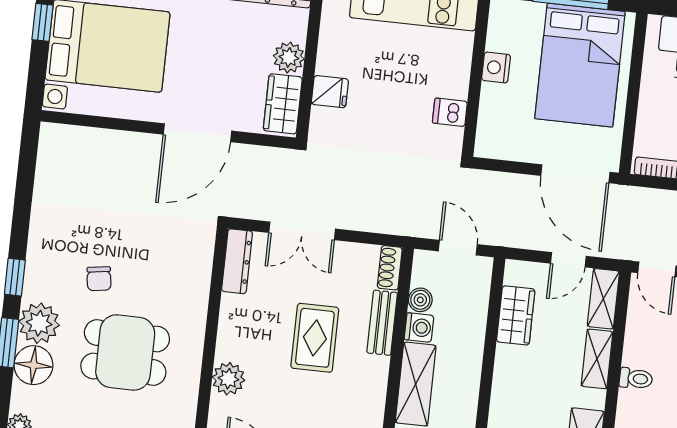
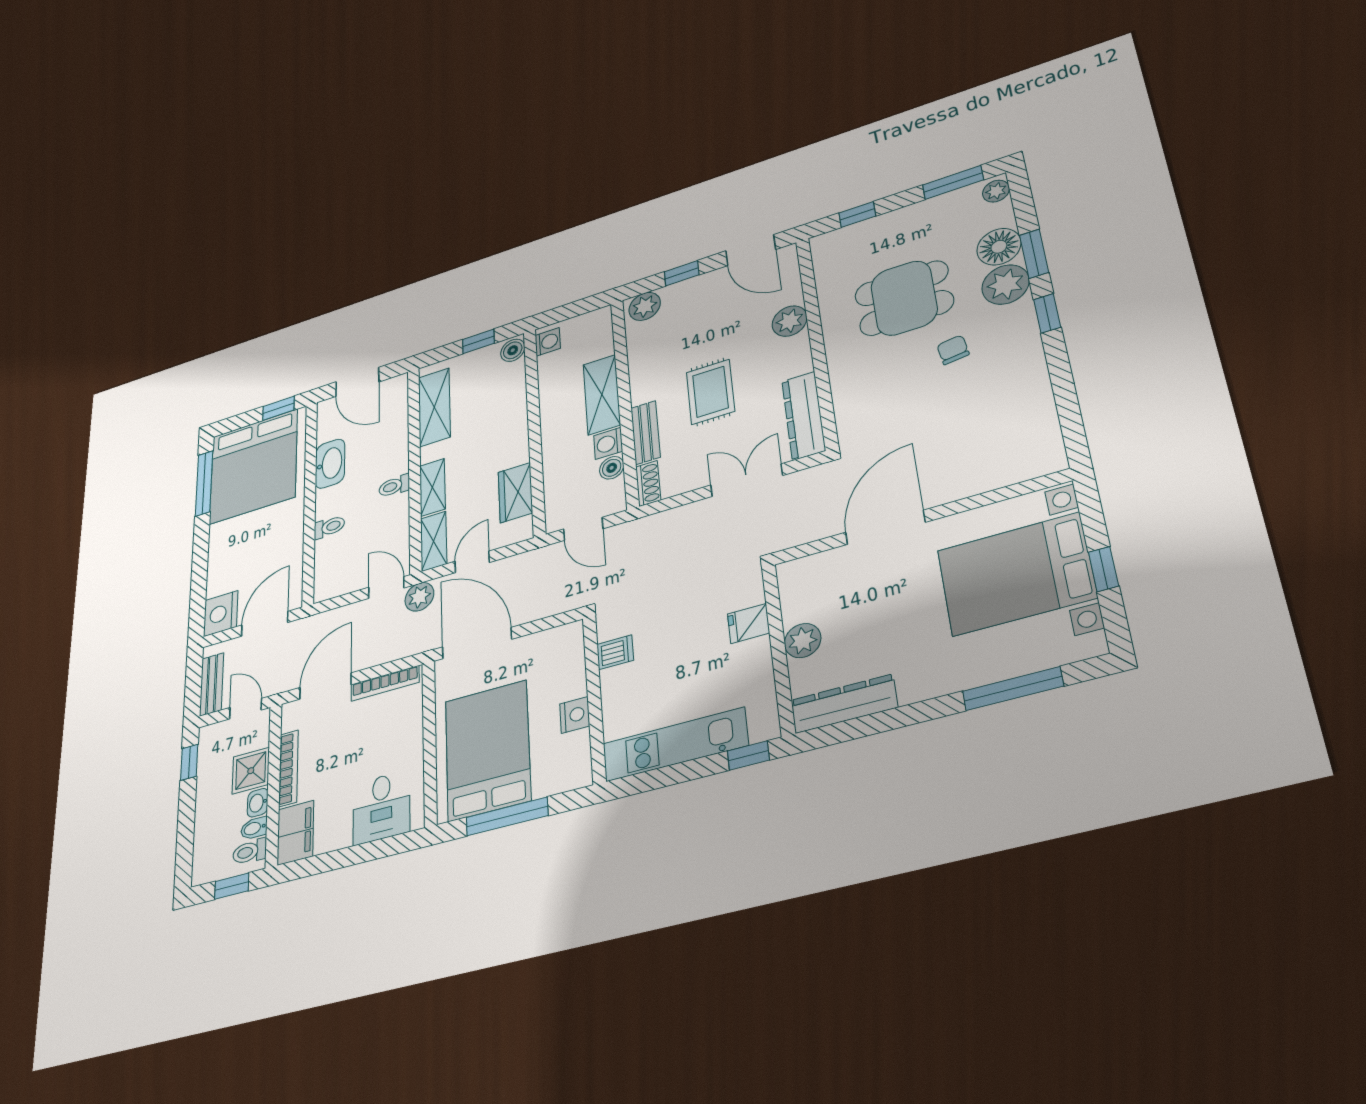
wardrobe: (283, 104) -> (798, 592), removed
plant: (625, 245) -> (419, 597), added
dresser: (237, 261) -> (804, 416), width x1.37, depth x1.24

